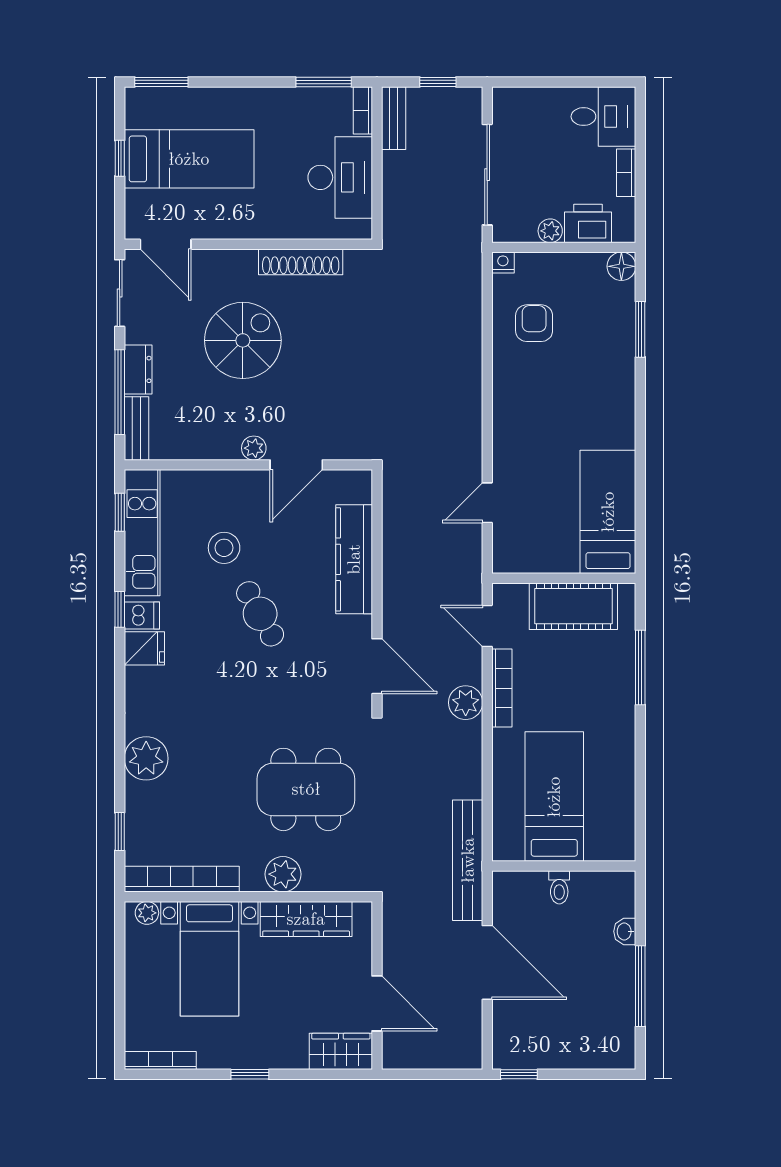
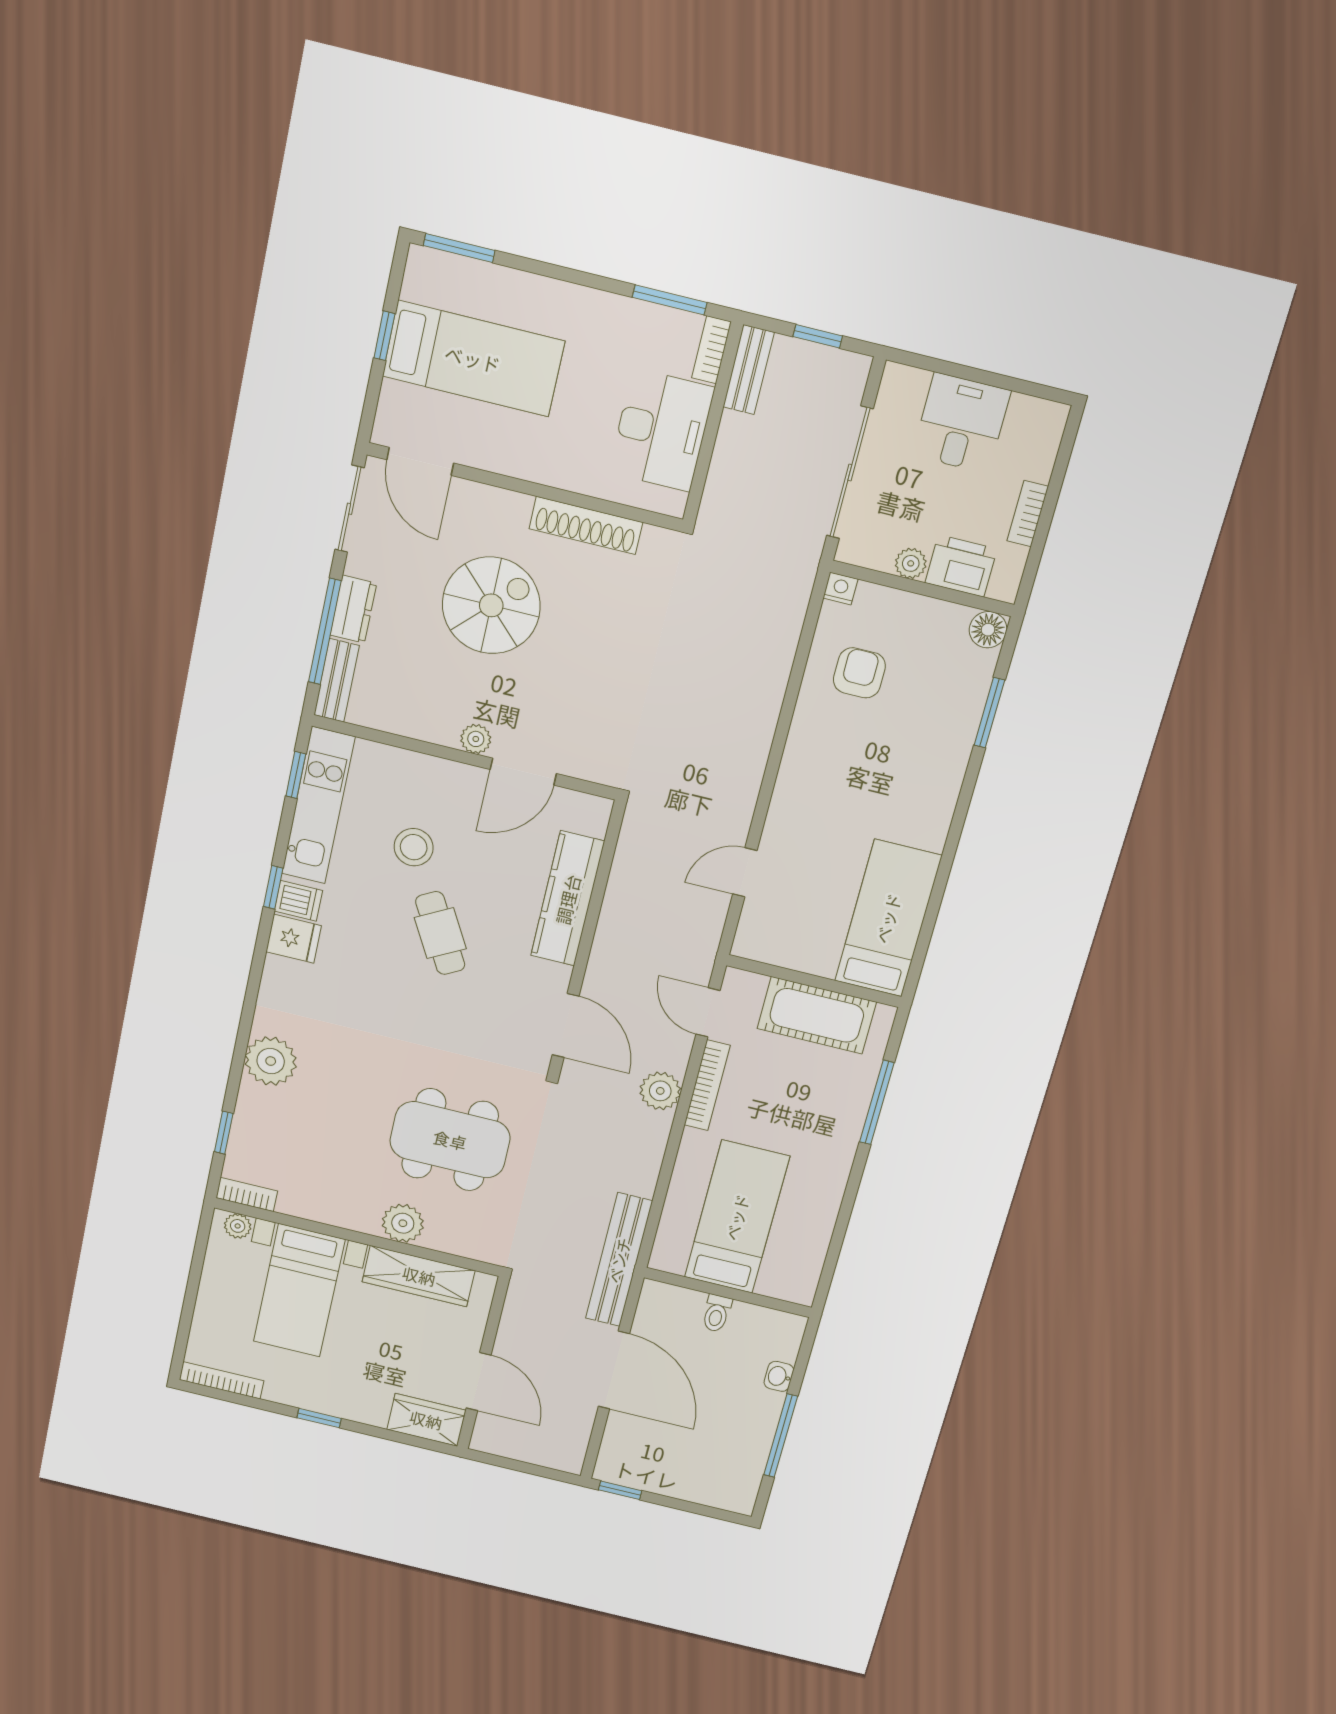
desk: (603, 117) -> (961, 423), moved, turned -90
bookcase: (182, 879) -> (247, 1194), width x0.43, depth x0.76

